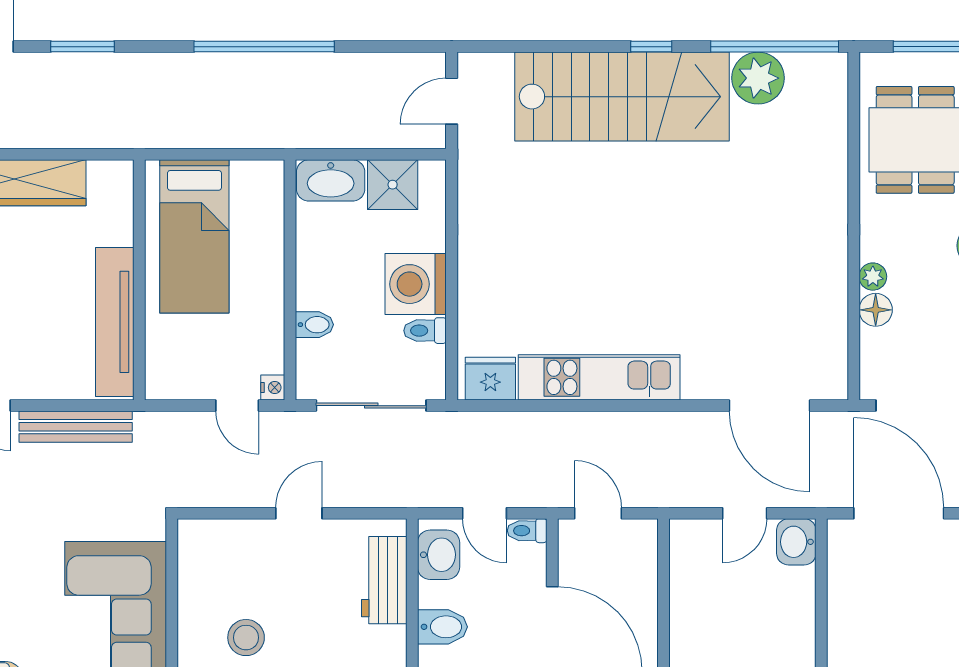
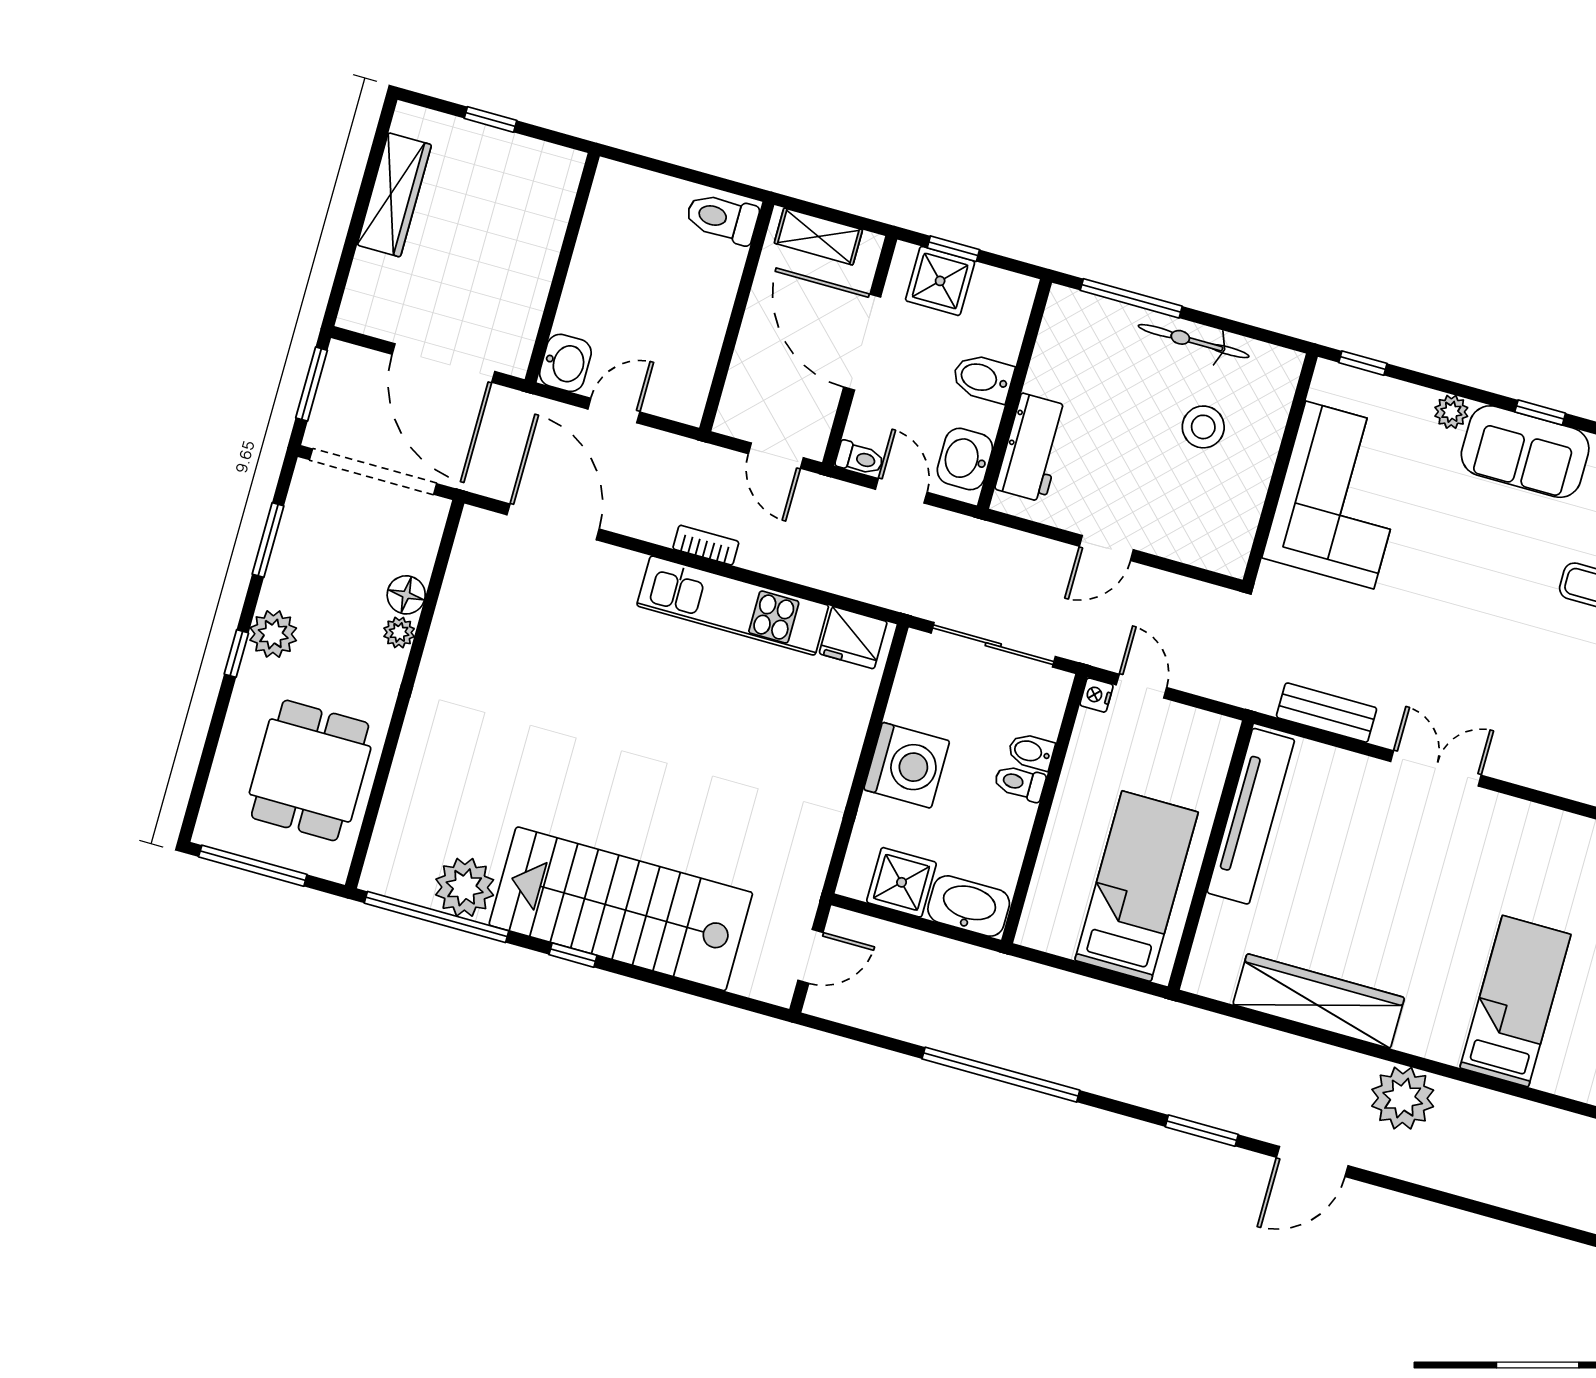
toilet: (425, 331) -> (1020, 783), moved, turned 180
bookcase: (636, 422) -> (706, 545), added
bench: (76, 427) -> (1327, 713), width x0.73

